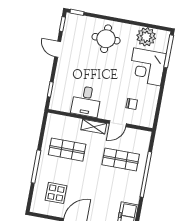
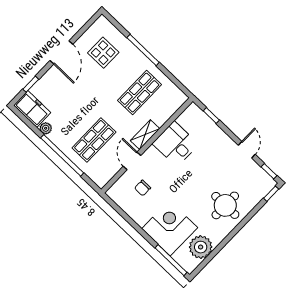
door: (58, 49) -> (247, 150), hinge flipped
plant: (135, 198) -> (46, 128), added

